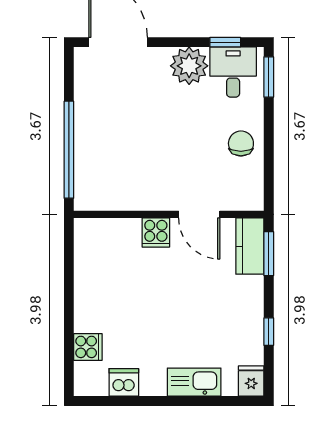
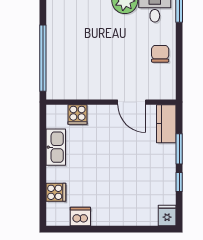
cooker: (156, 233) -> (77, 114), moved
window: (269, 254) -> (179, 149), moved
kitchen sink: (194, 382) -> (56, 147), moved, turned 90

